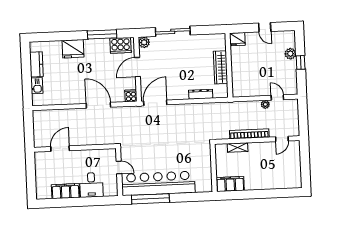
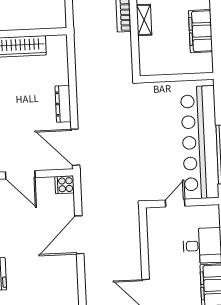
dresser: (201, 94) -> (63, 104), moved
wall: (214, 168) -> (177, 78), moved

